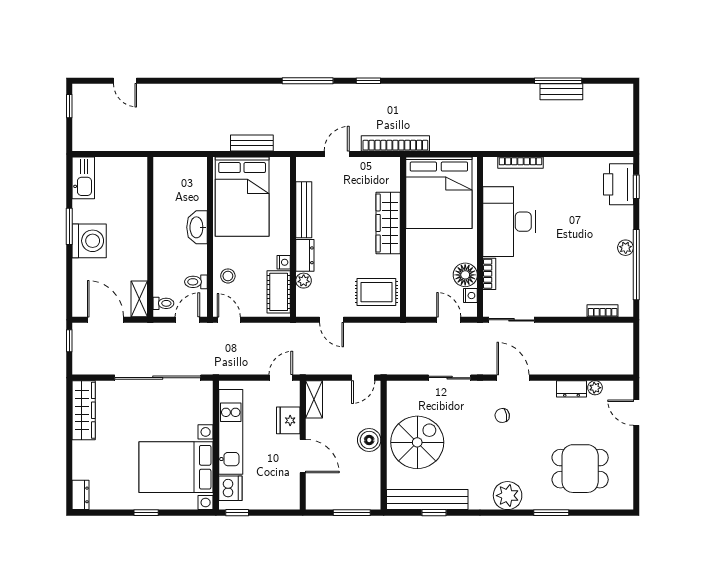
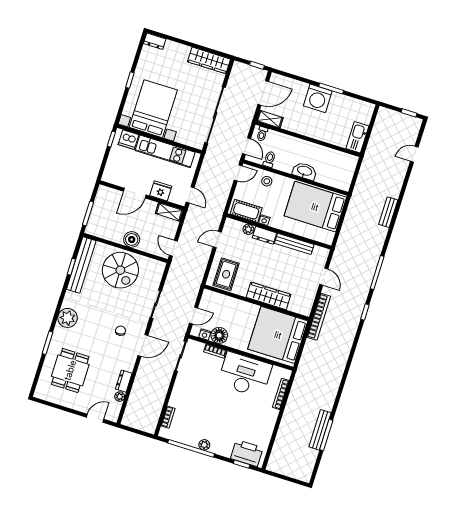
bench: (561, 92) -> (320, 430), width x1.36
bench: (252, 143) -> (388, 212), moved
kitchen sink: (83, 178) -> (357, 137), moved, turned 90

